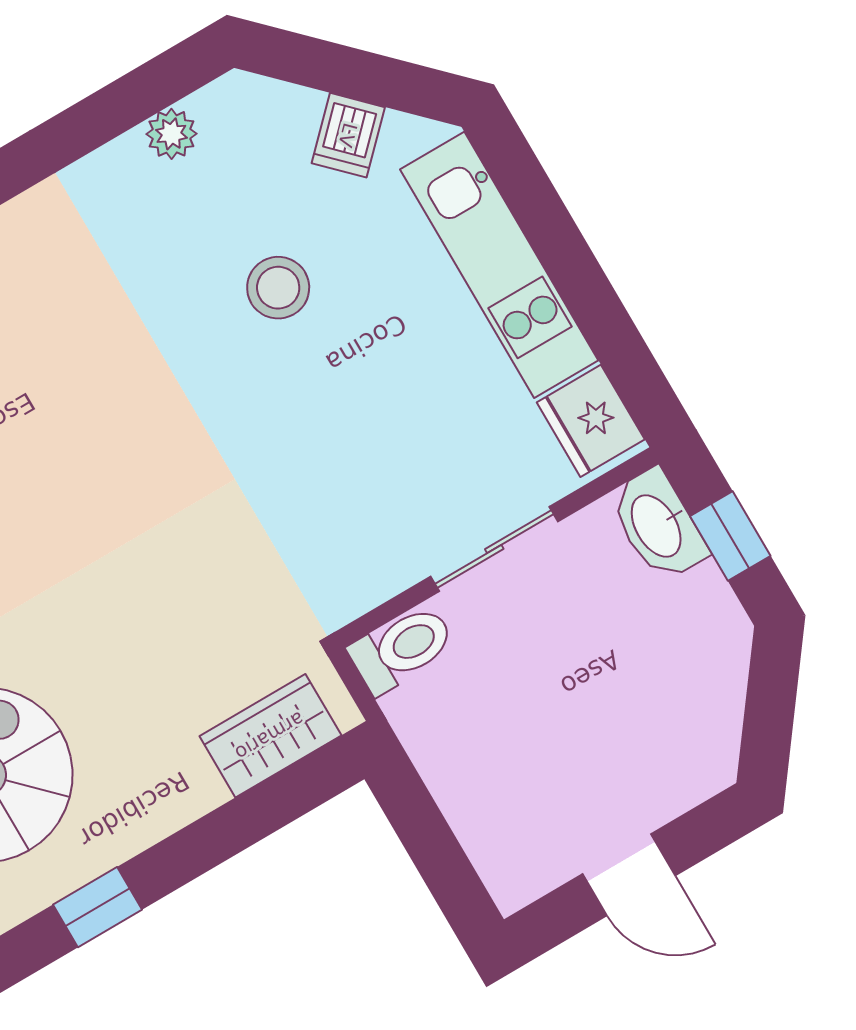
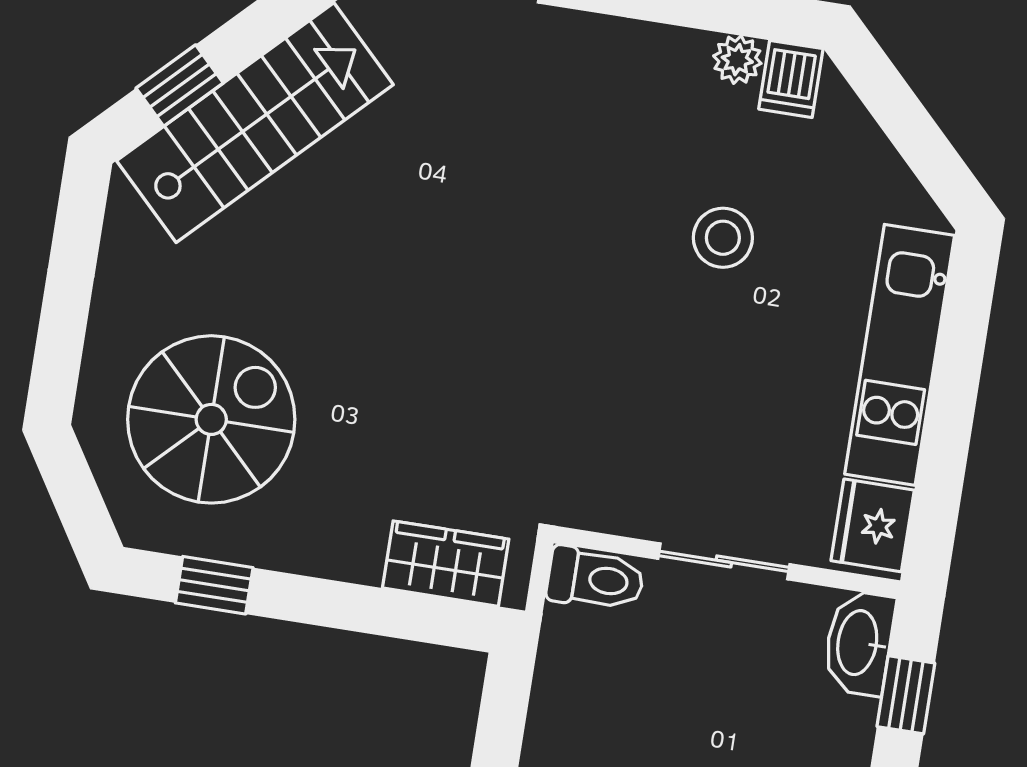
dishwasher: (348, 135) -> (791, 79), moved, turned -45

